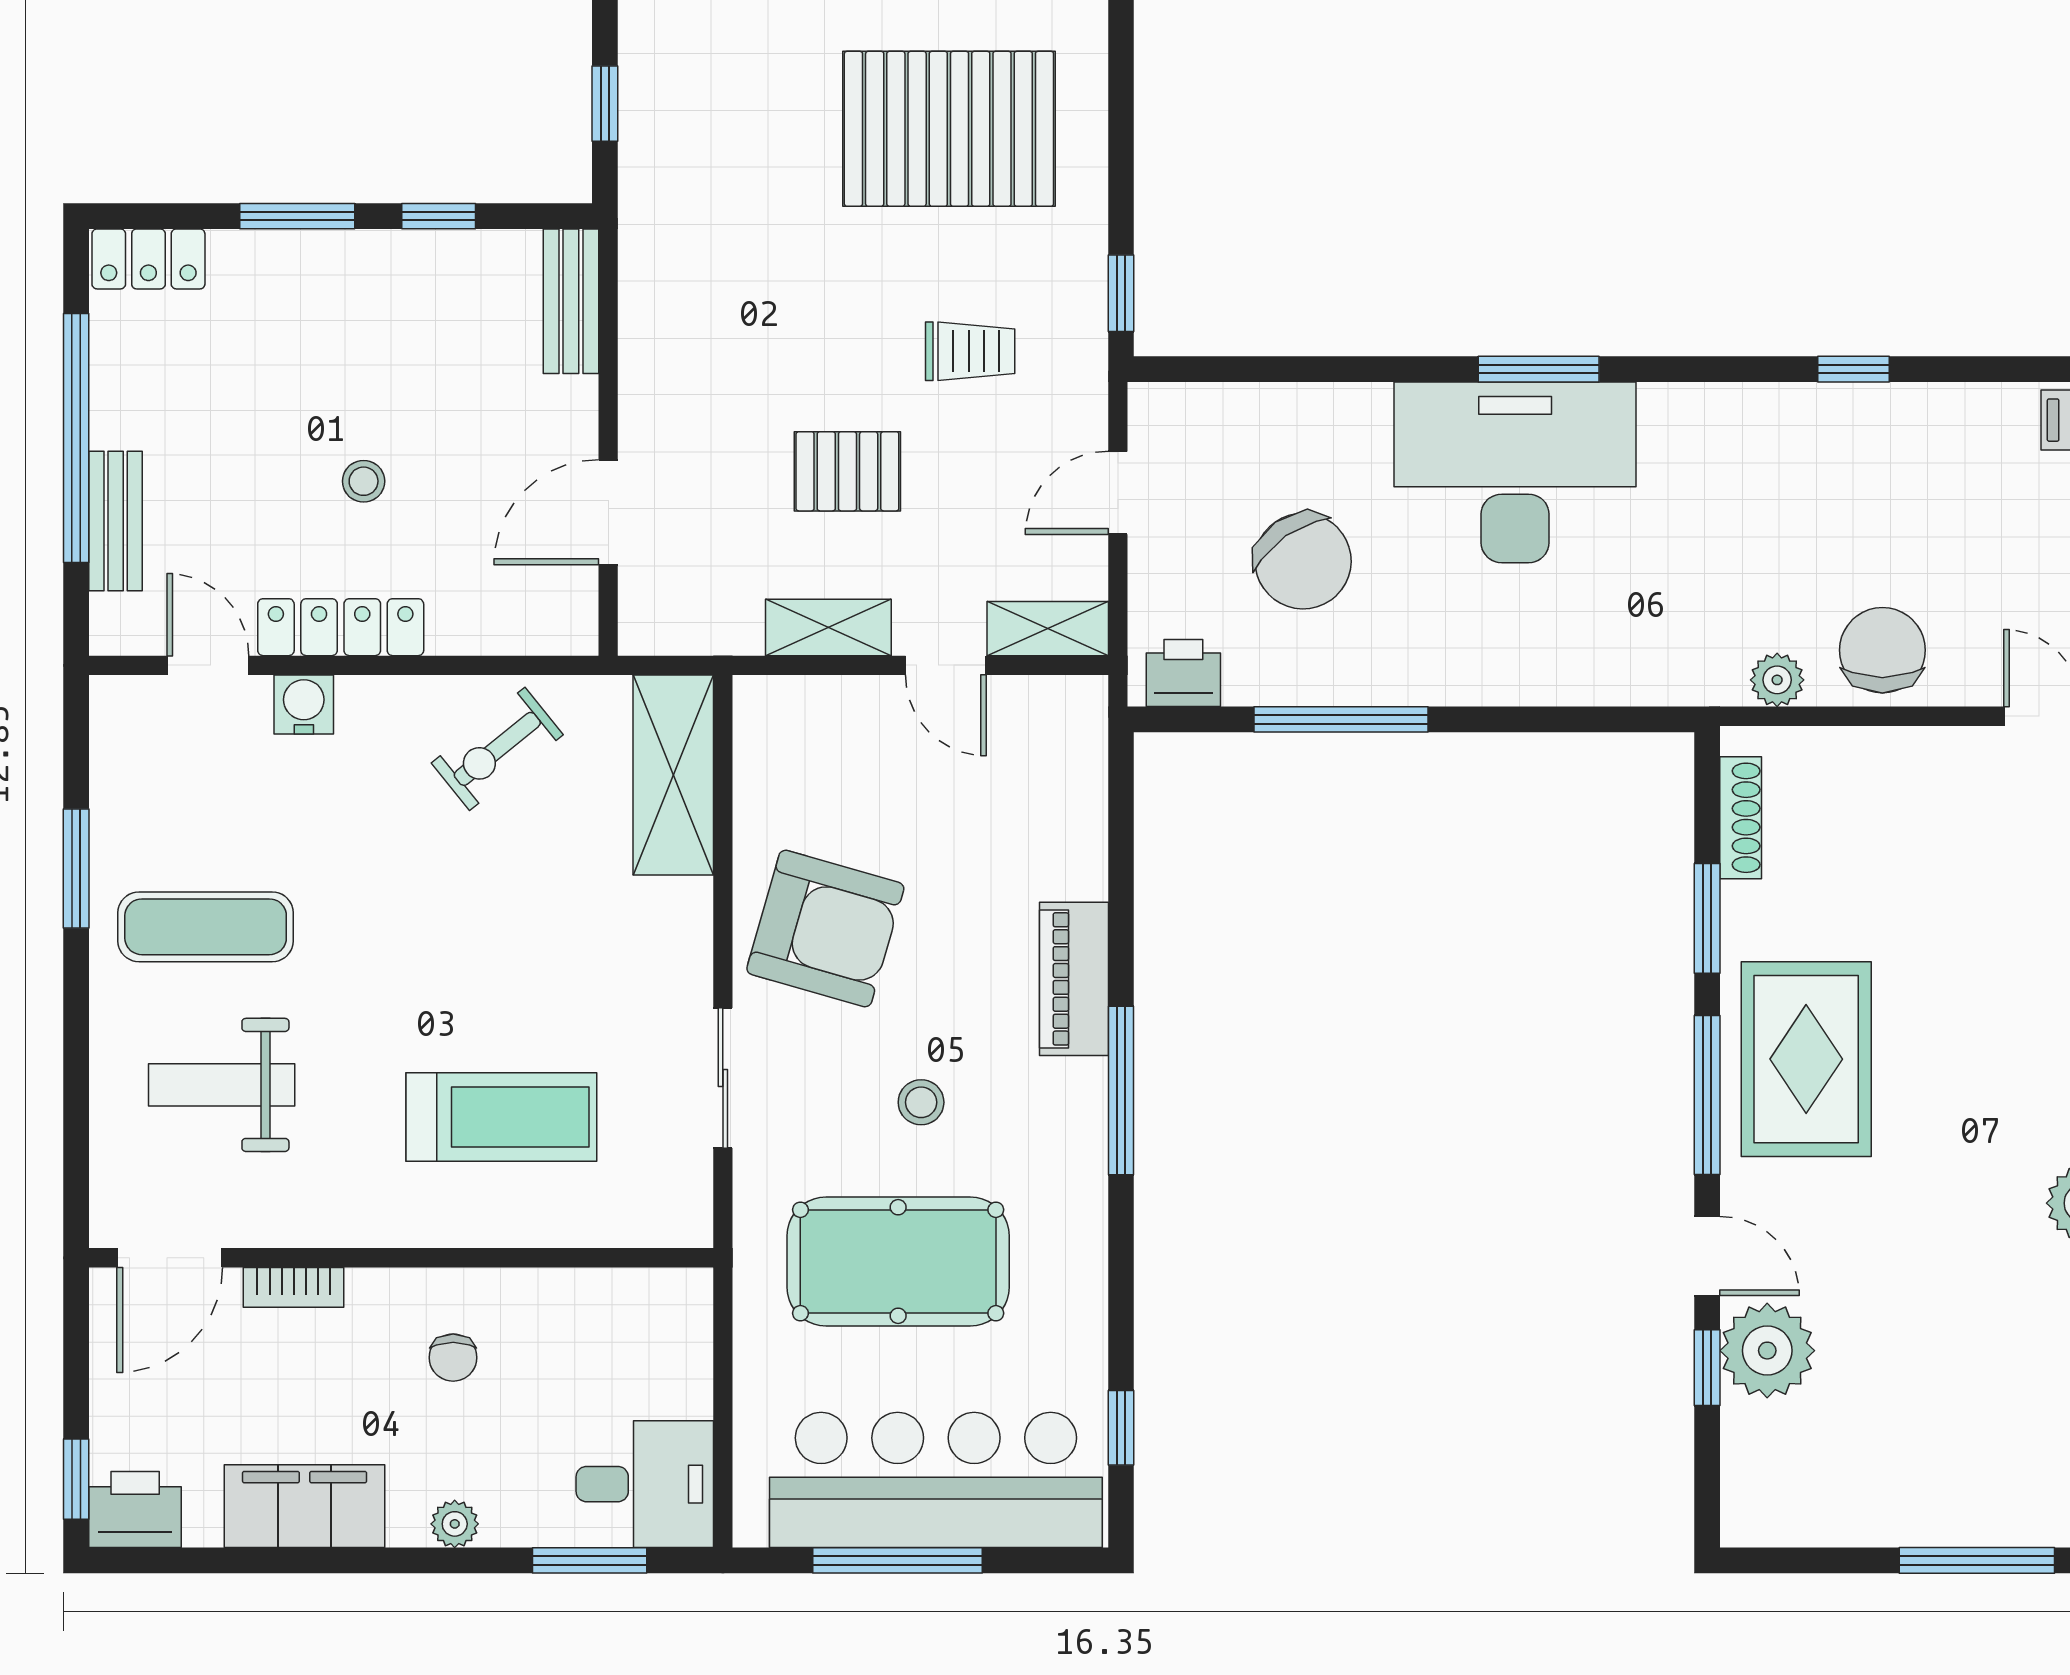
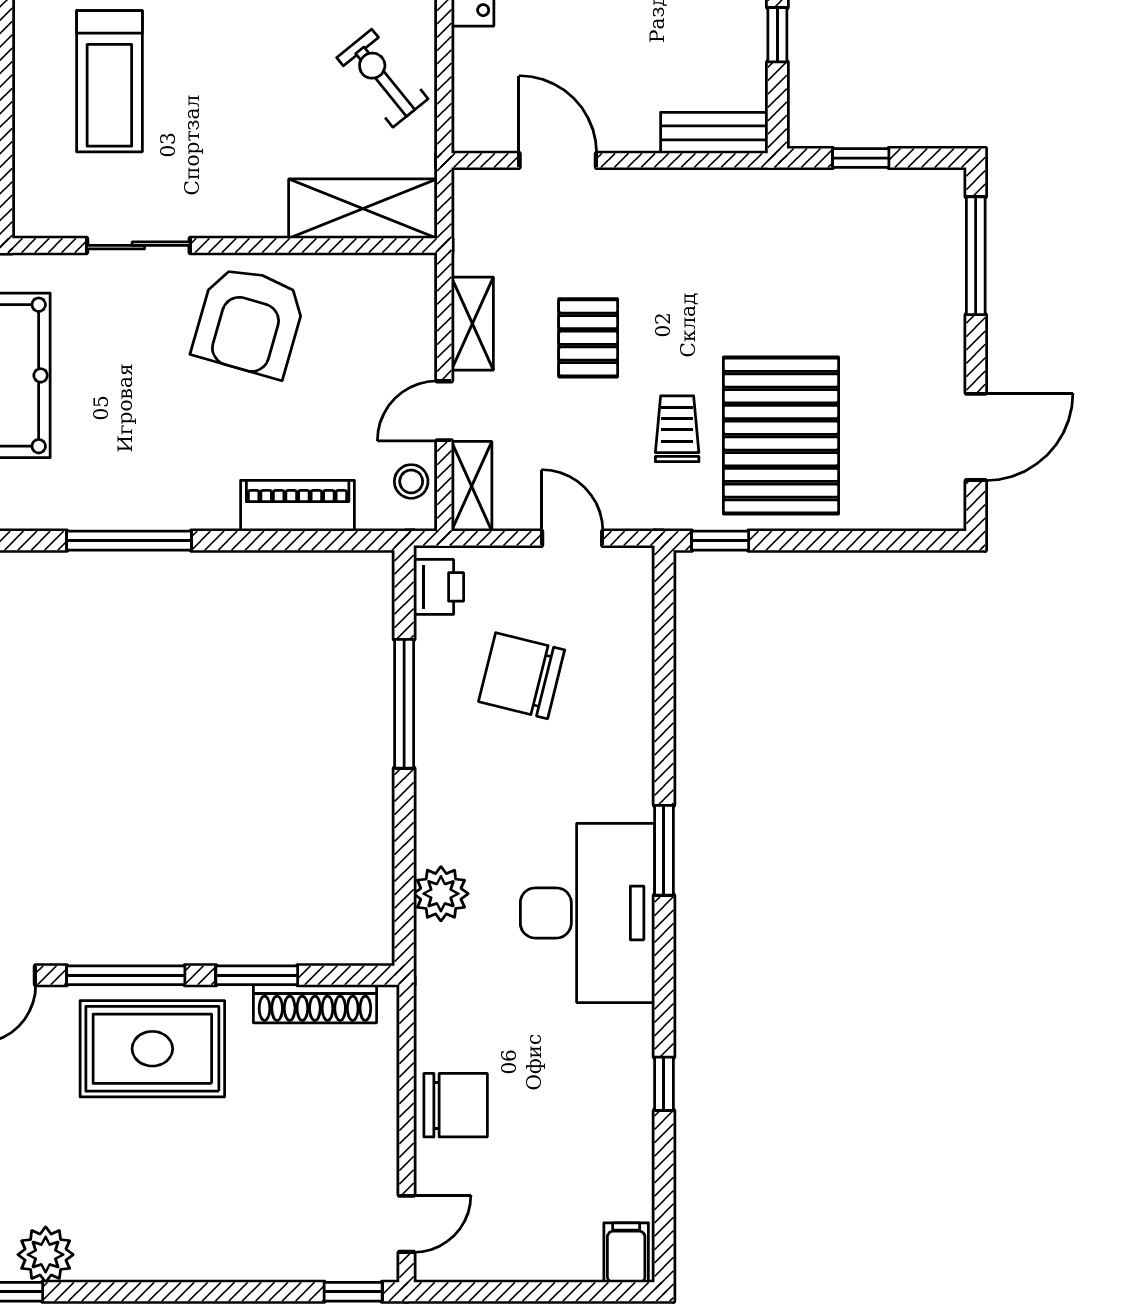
pallet: (949, 129) -> (781, 436), moved
trolley: (970, 351) -> (677, 429), turned 180
desk: (1515, 472) -> (587, 913), moved
chair: (1303, 561) -> (522, 676), turned 49
plant: (1777, 680) -> (441, 894), moved, width x1.38, depth x1.38
shoe rack: (1741, 818) -> (315, 1004), width x1.36, depth x1.24
piano: (1074, 979) -> (298, 506), moved
stool: (921, 1102) -> (411, 481), moved

